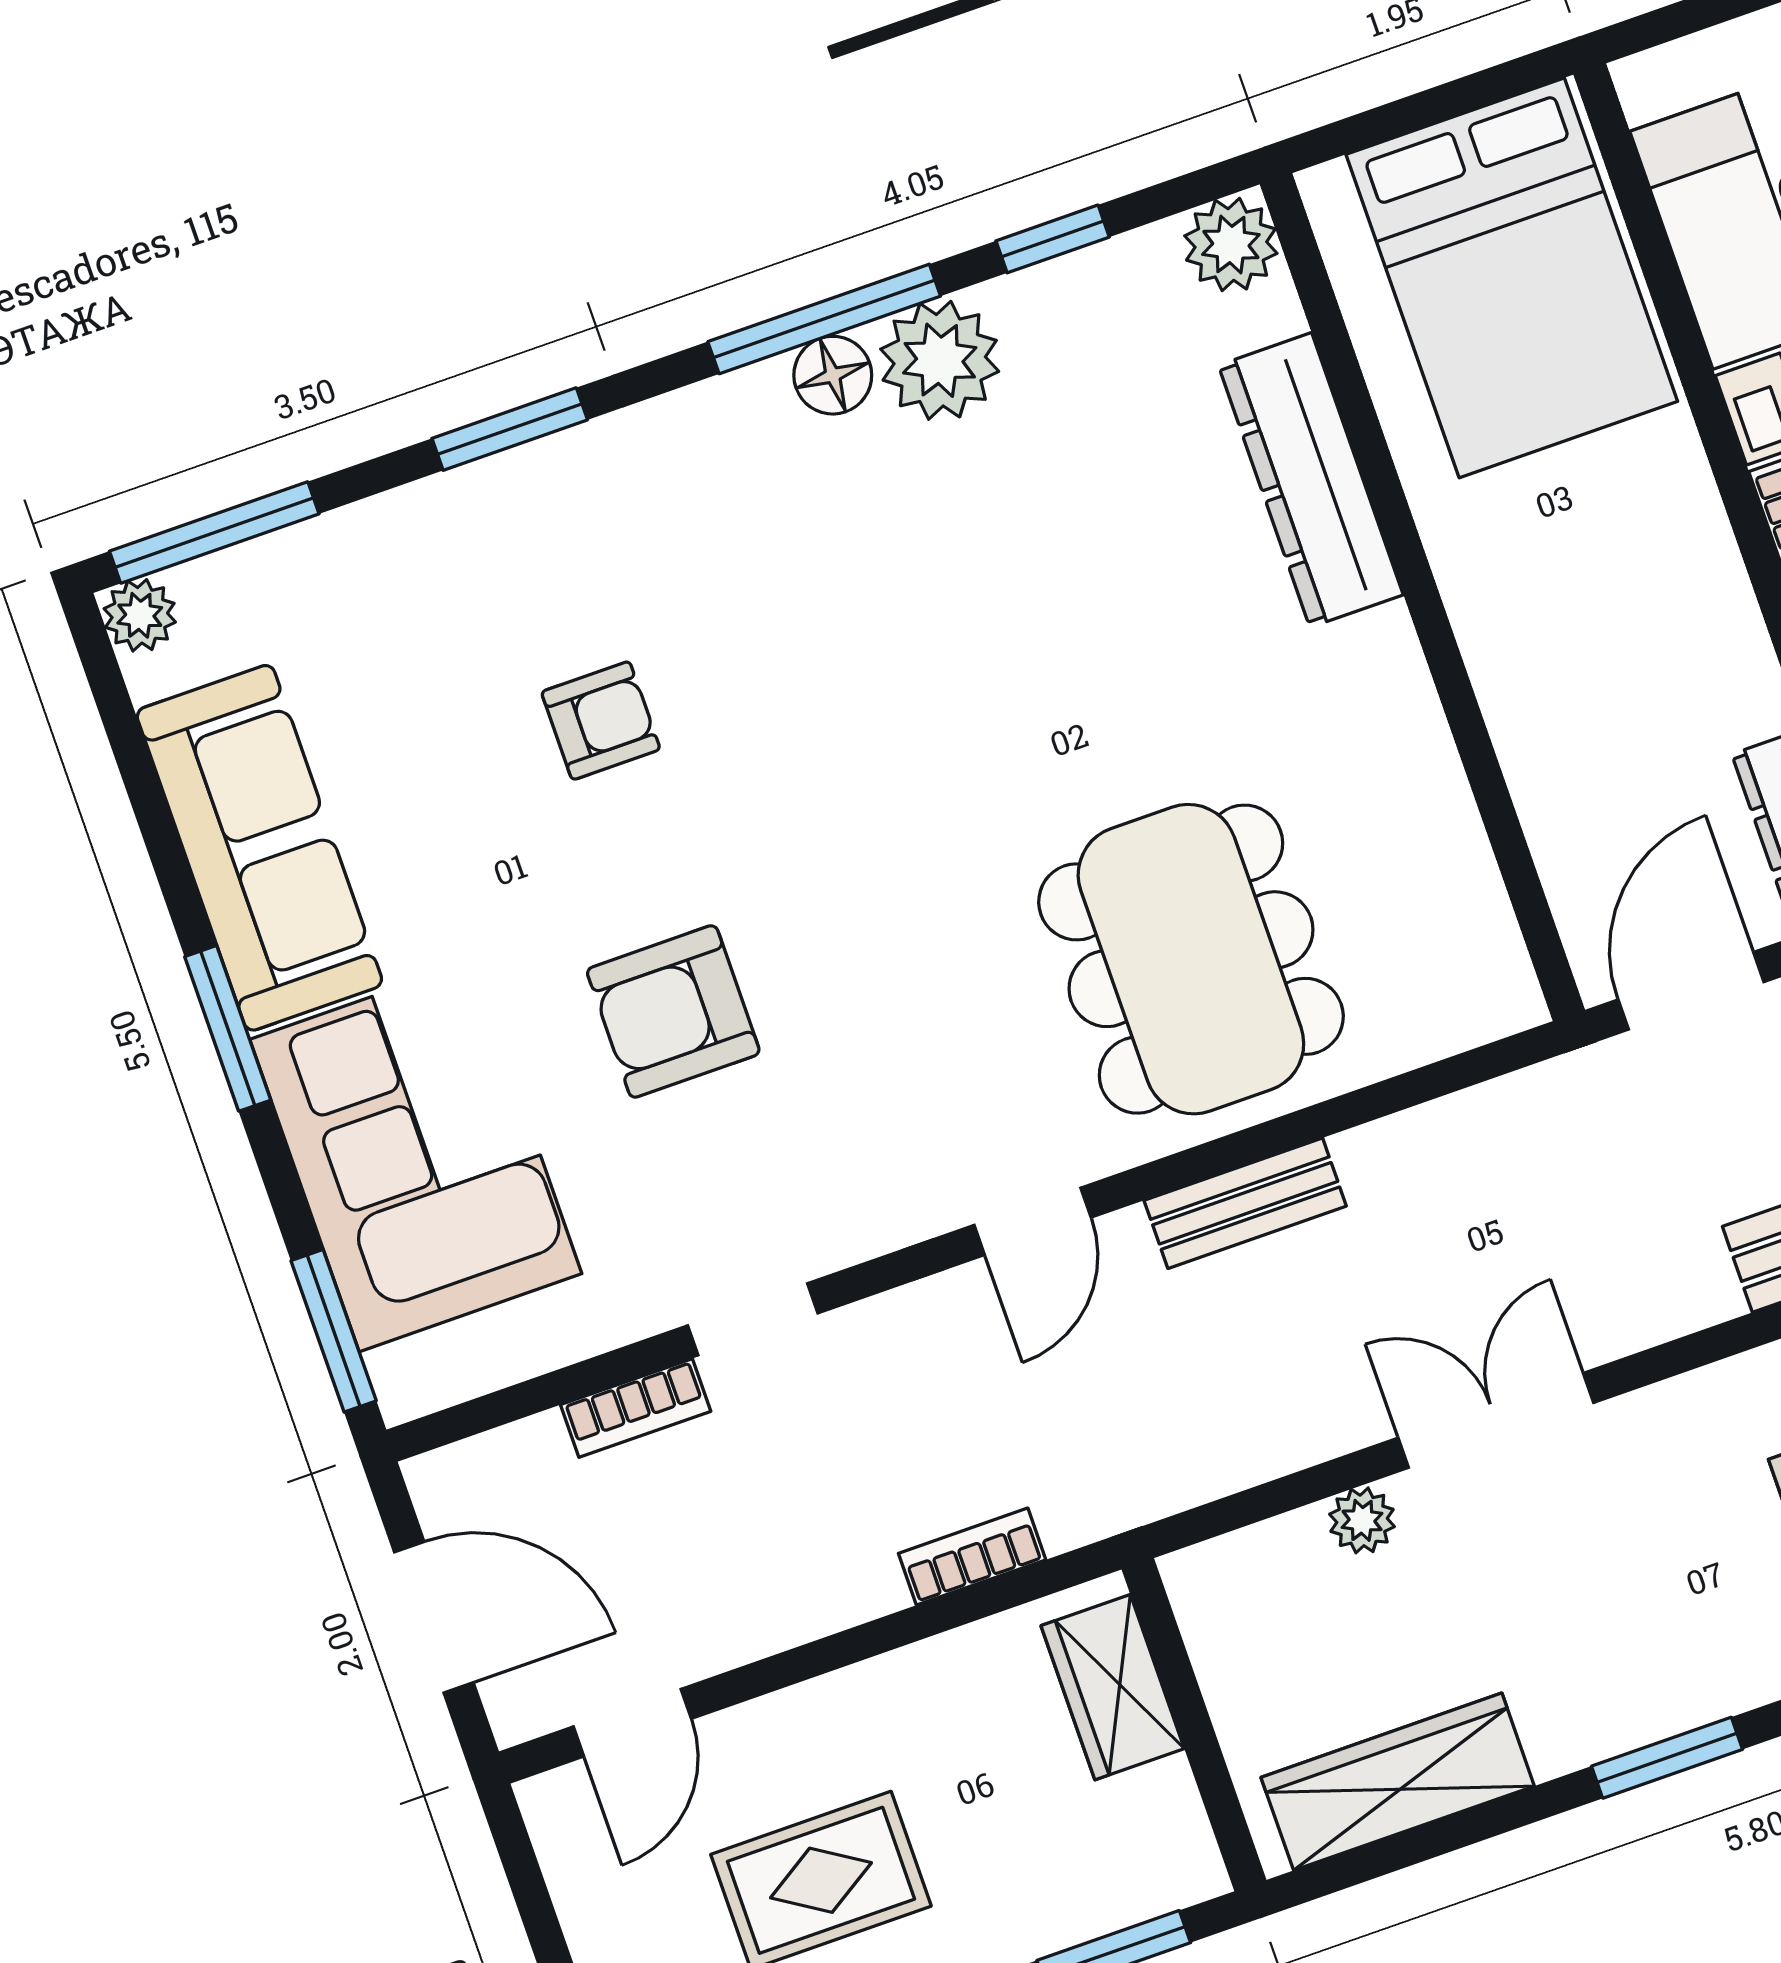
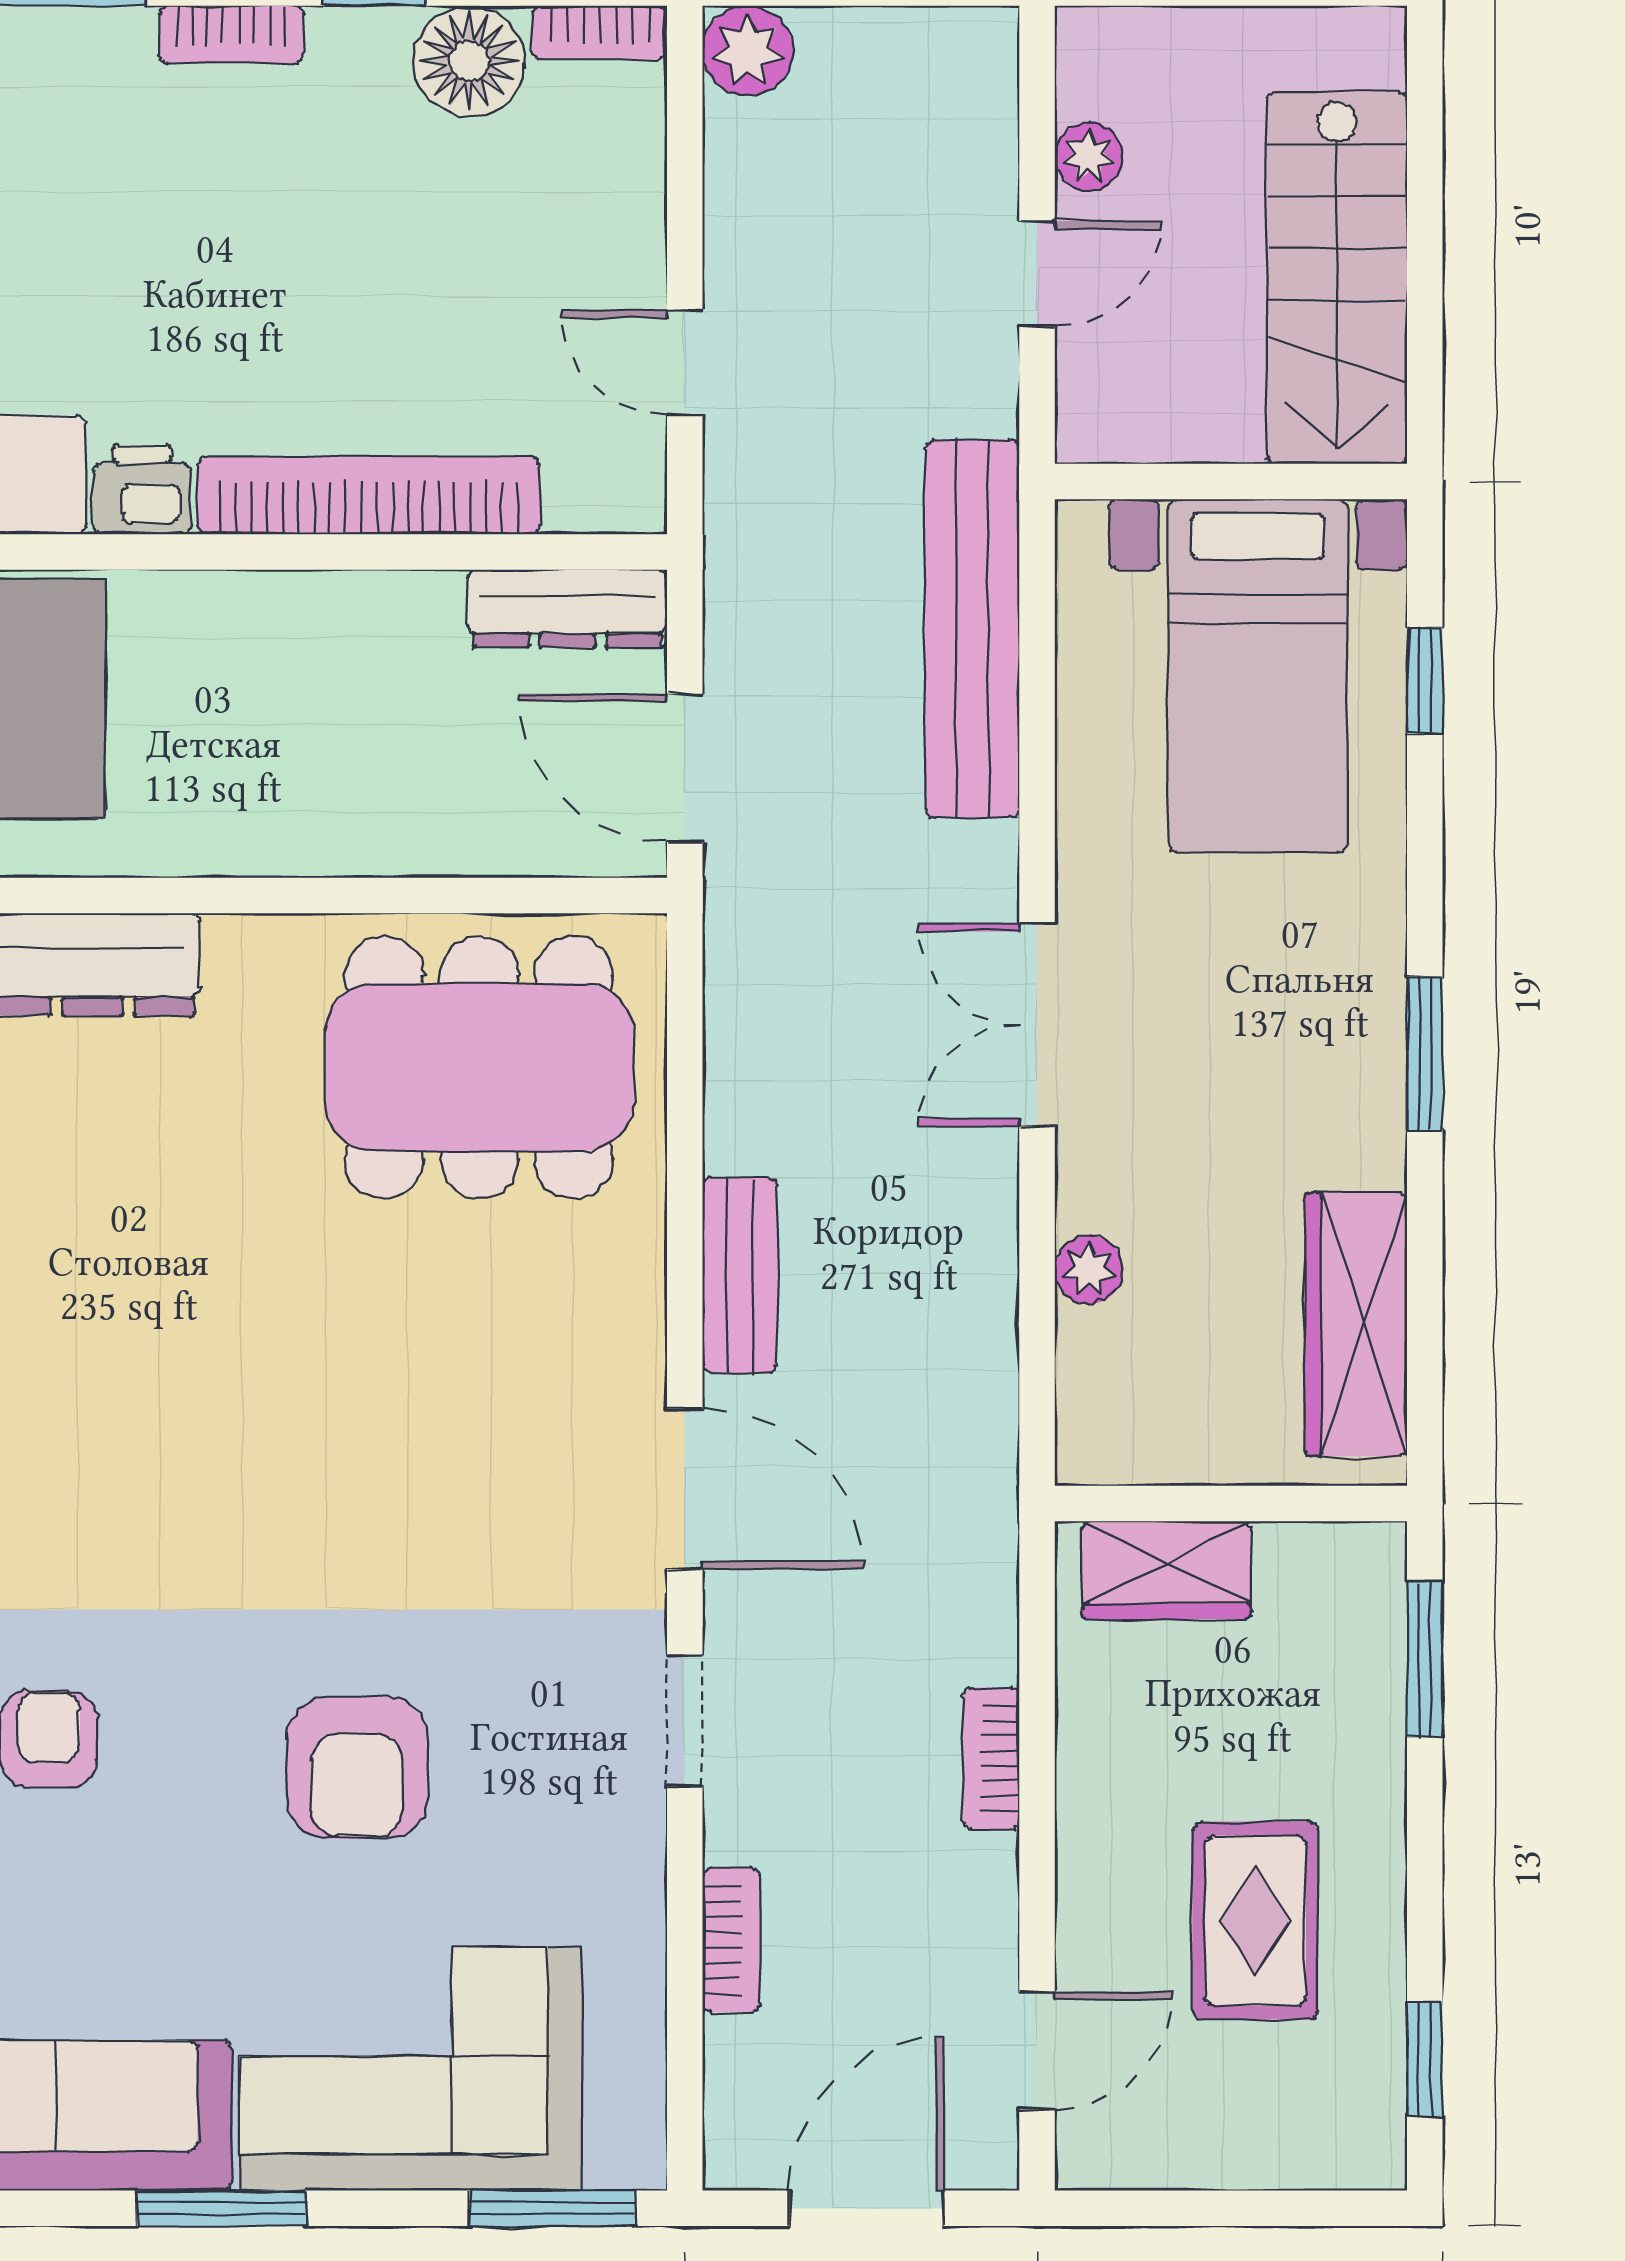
dining table: (1191, 959) -> (479, 1067), moved
door: (1033, 1221) -> (685, 1489), width x1.38
doorway: (753, 1319) -> (685, 1721), moved
double door: (1496, 1420) -> (1037, 1025), moved
bookcase: (972, 1557) -> (991, 1758), moved
door: (632, 1723) -> (1037, 2051), hinge flipped

